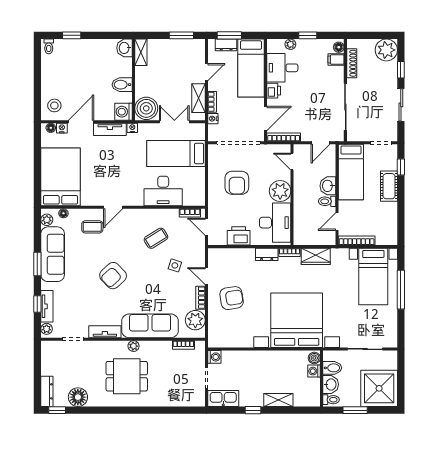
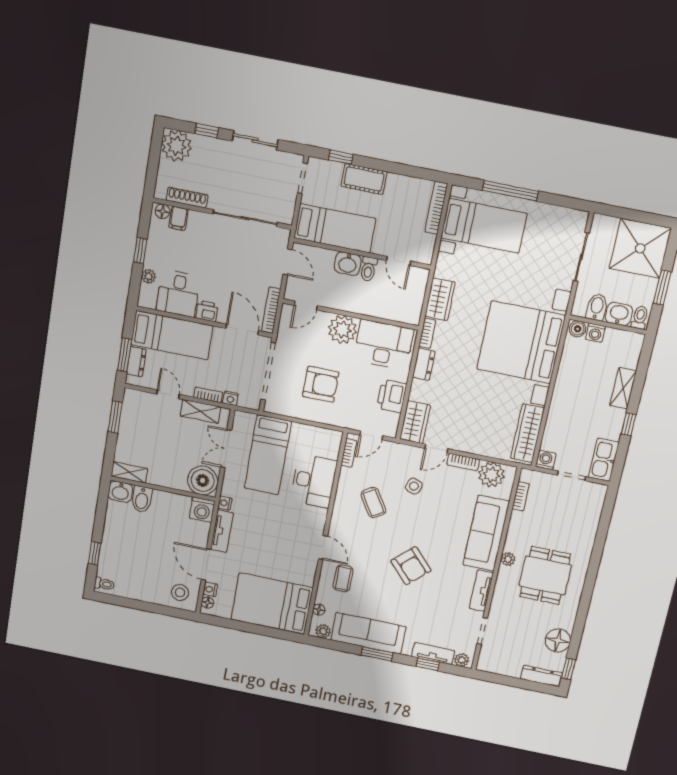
bidet: (122, 85) -> (142, 499), moved
bookcase: (357, 241) -> (436, 208), moved
wardrobe: (223, 257) -> (415, 422), added
armchair: (232, 298) -> (472, 422), removed
wardrobe: (232, 339) -> (527, 433), added

